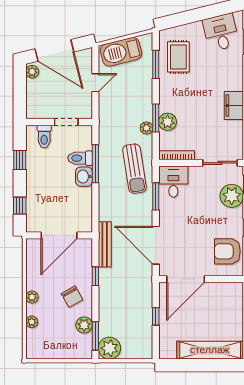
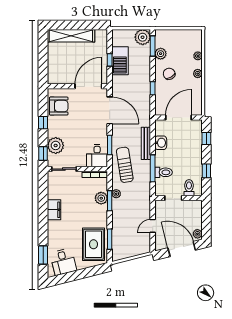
barbecue: (121, 52) -> (120, 61), moved, turned 104
rug: (178, 57) -> (94, 244), width x1.36, depth x1.43
washbasin: (84, 177) -> (161, 143), moved
bench: (105, 244) -> (146, 143), moved

